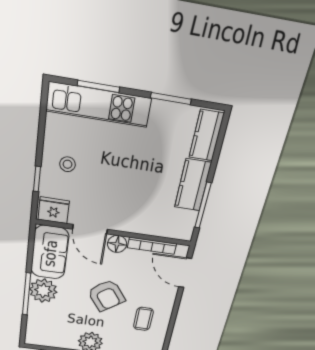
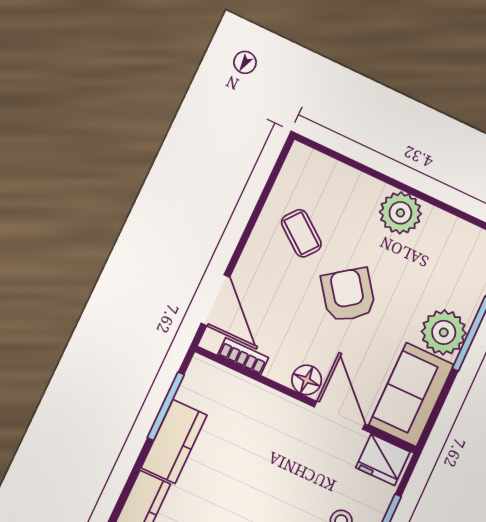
bookcase: (152, 246) -> (243, 356), width x0.64
coffee table: (143, 319) -> (301, 233), turned -52

